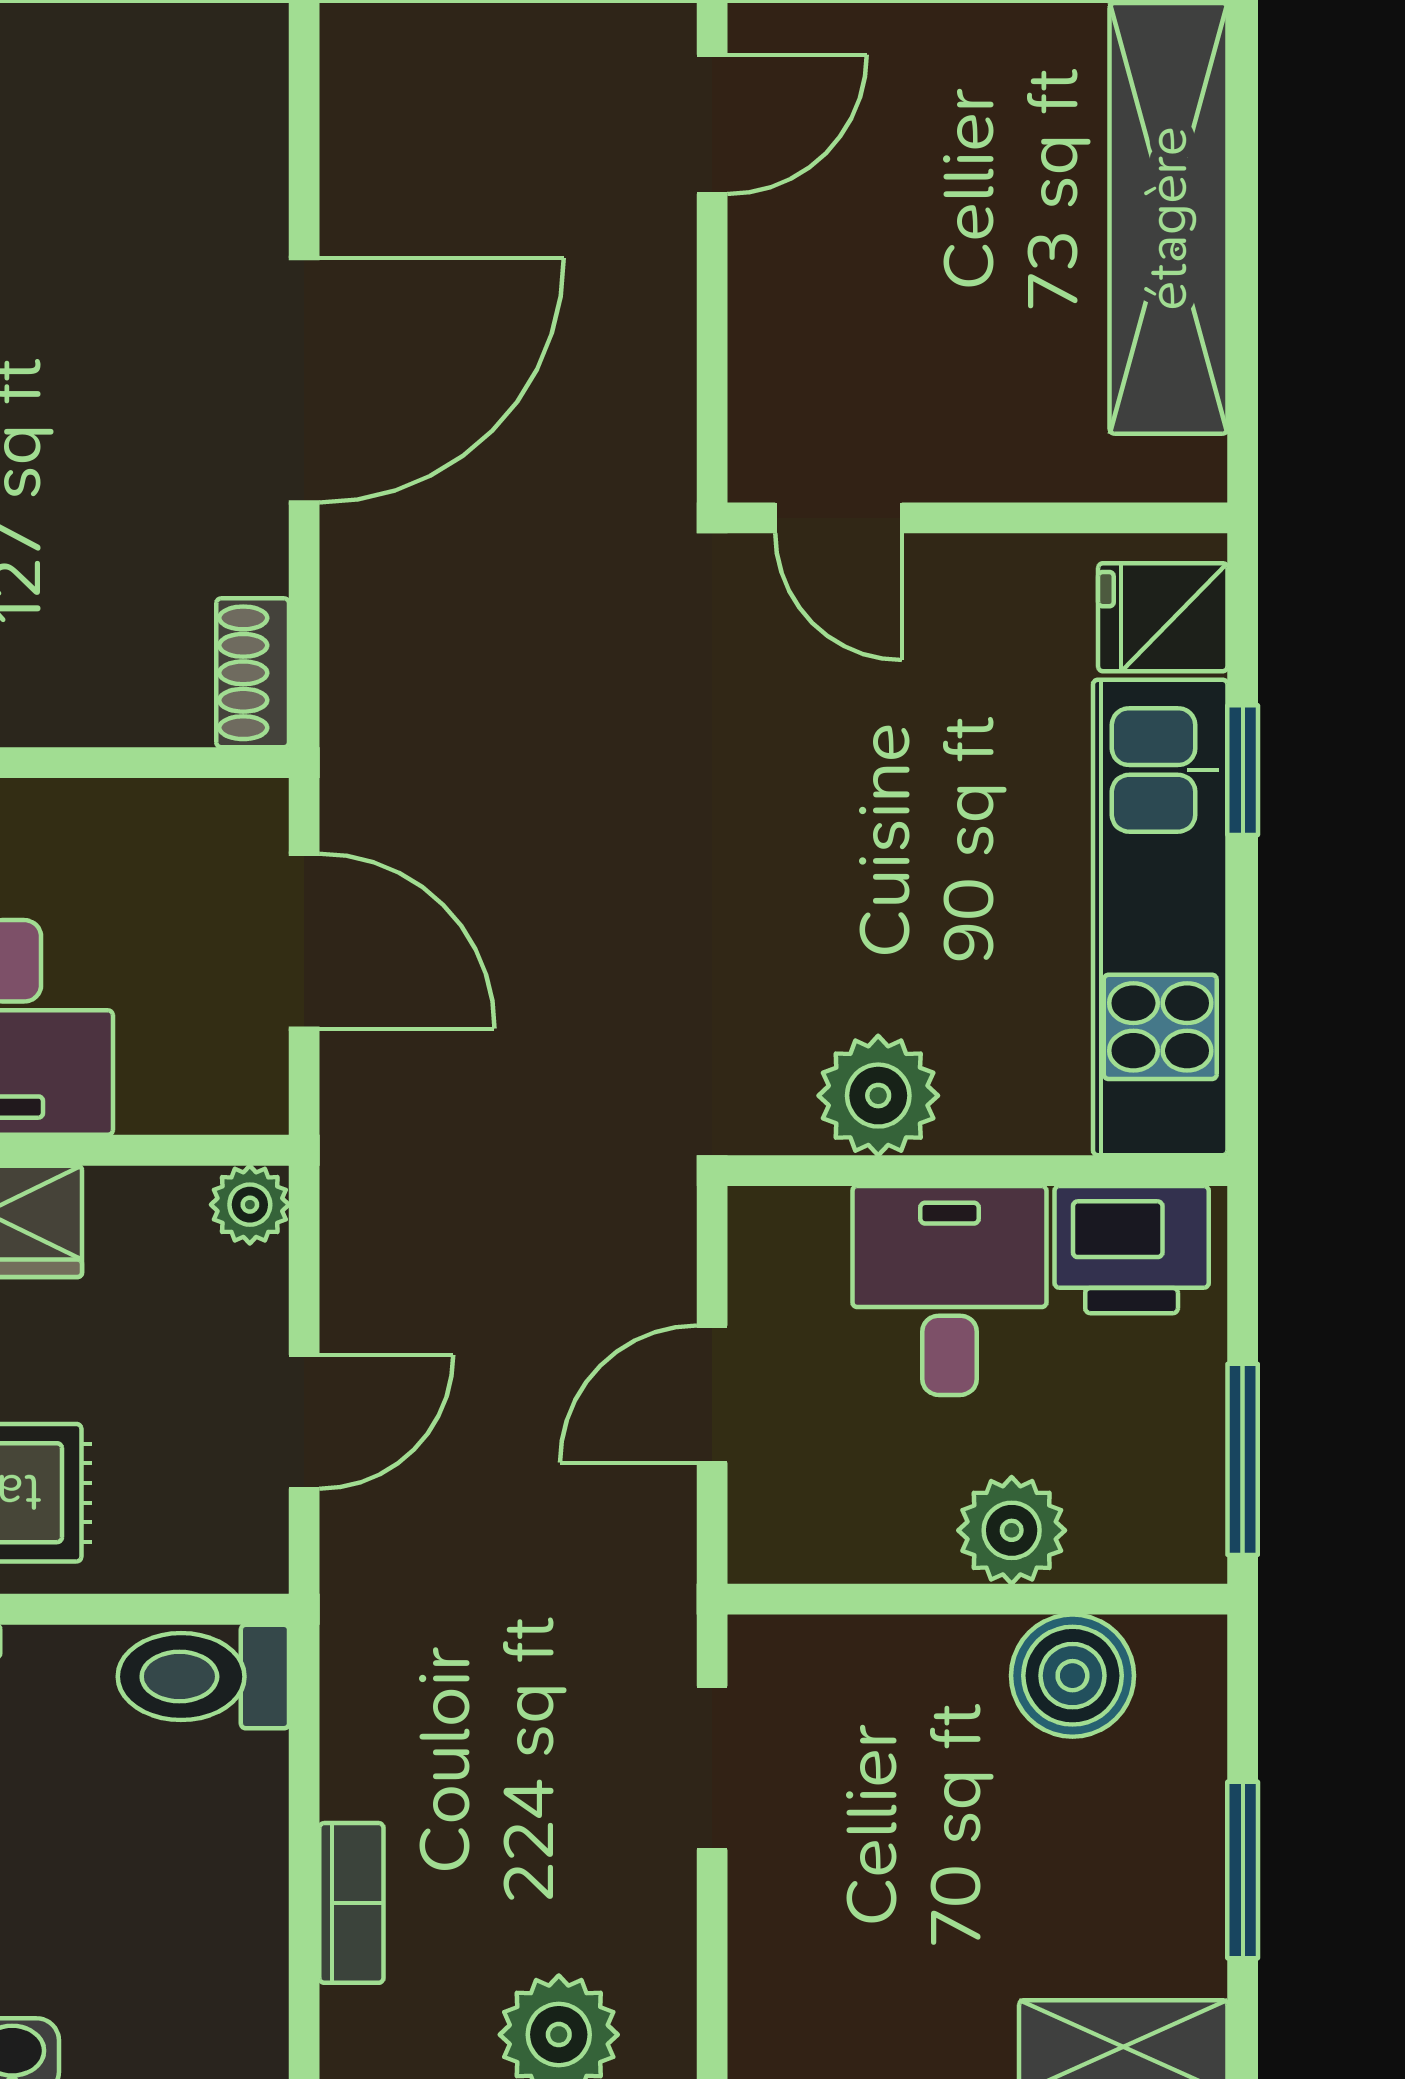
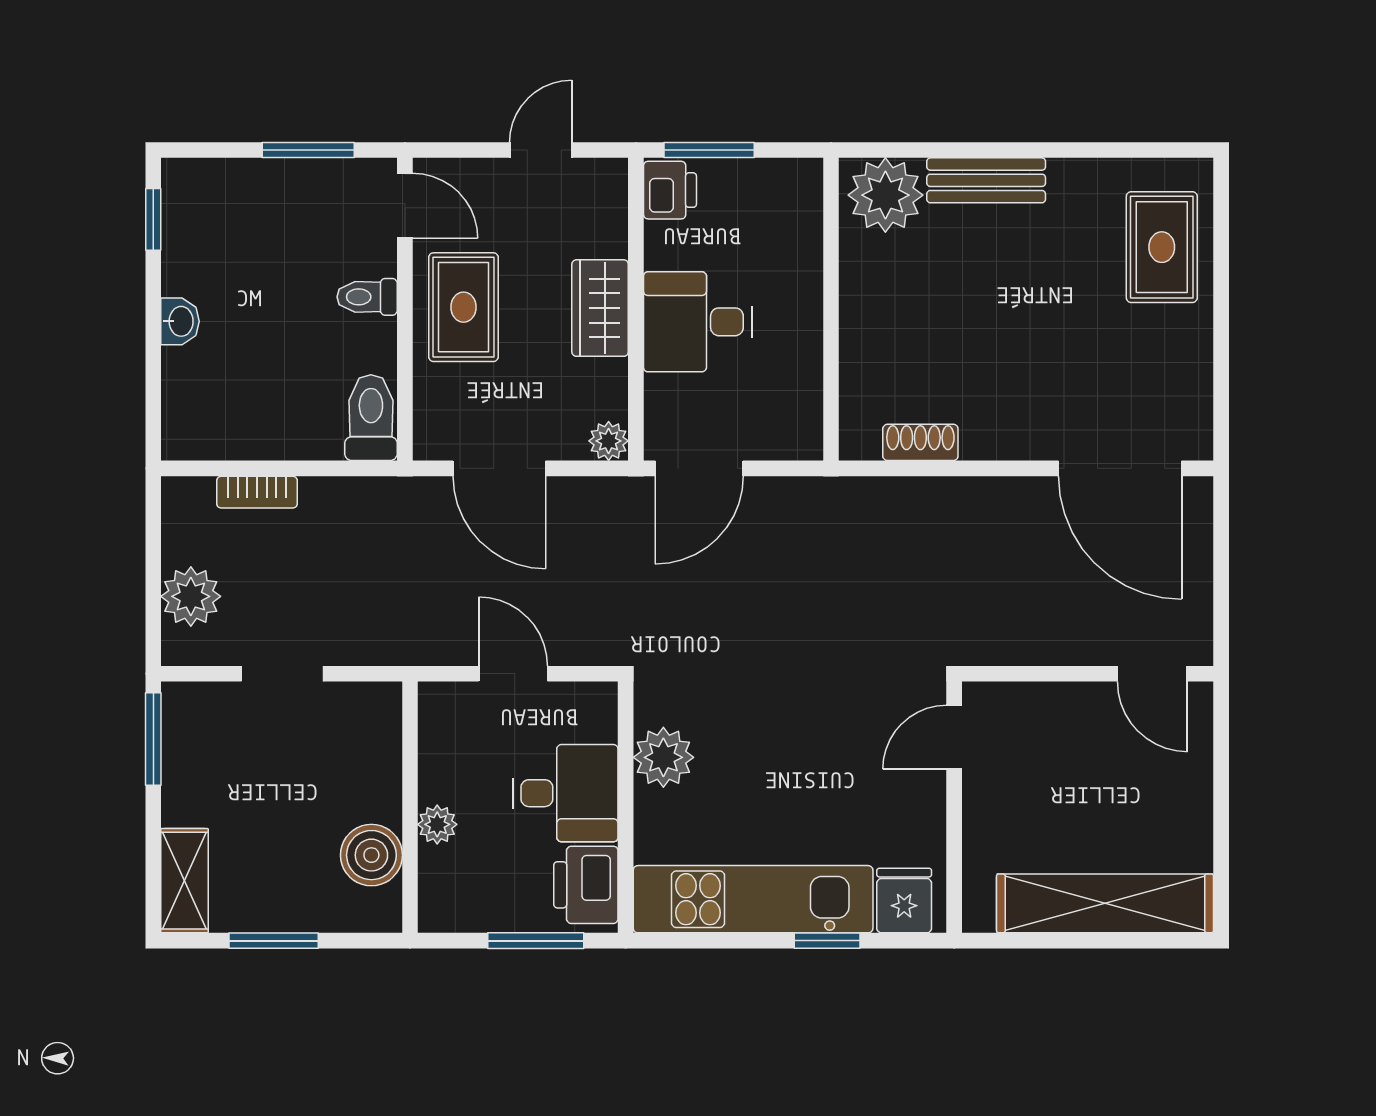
door: (304, 380) -> (1120, 468), moved
shoe rack: (253, 673) -> (920, 442), moved
door: (304, 941) -> (699, 468), moved
door: (304, 1422) -> (499, 468), width x1.38
window: (1243, 1459) -> (536, 941), moved
plant: (1012, 1530) -> (437, 824), width x0.73, depth x0.73
doorway: (712, 1768) -> (282, 674), moved

